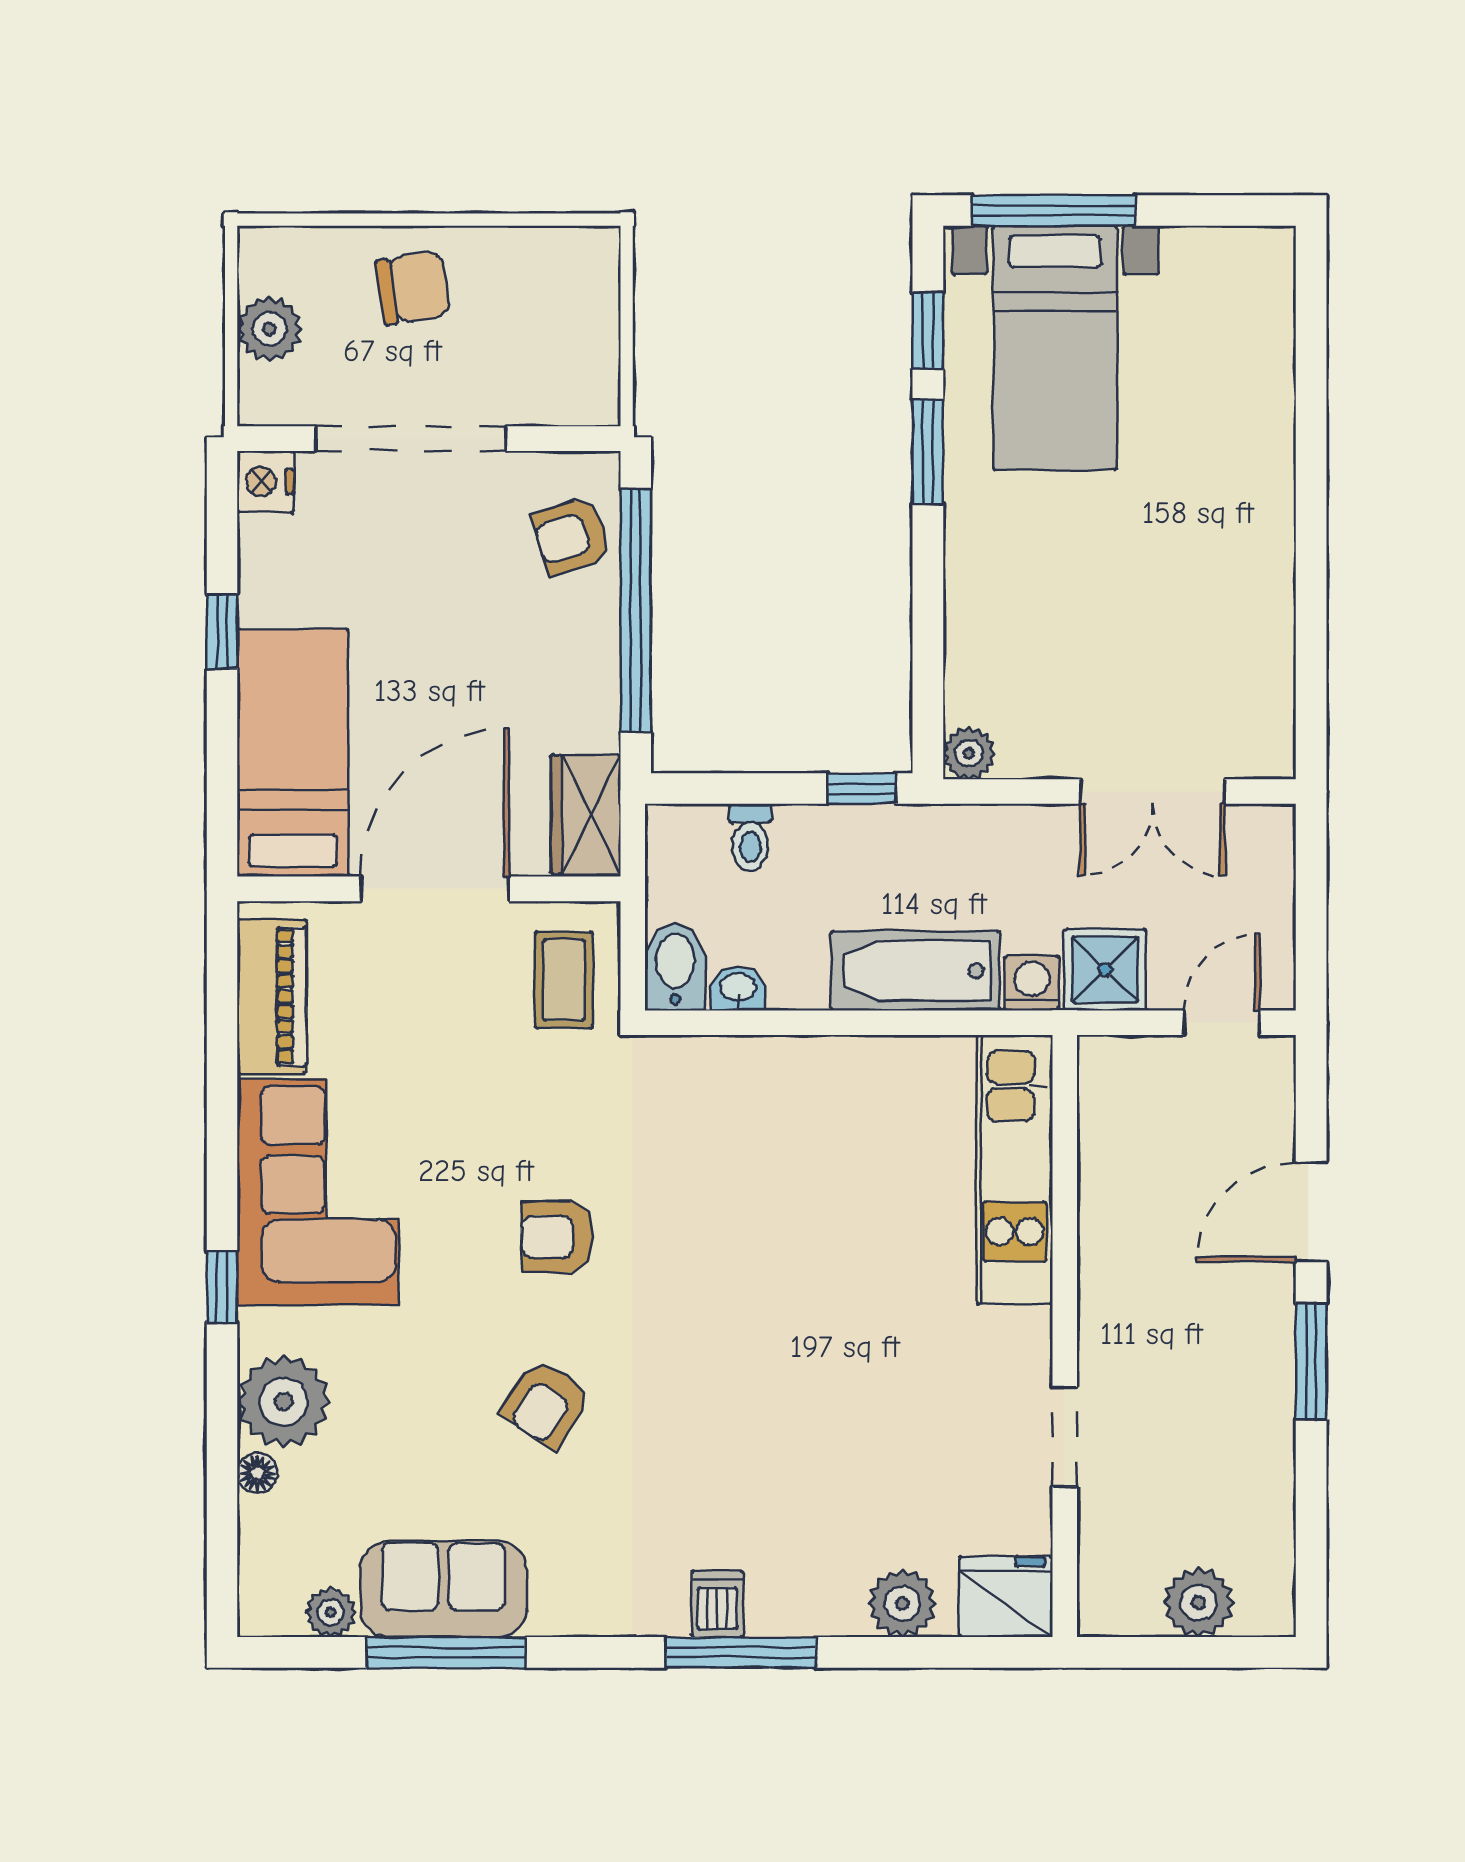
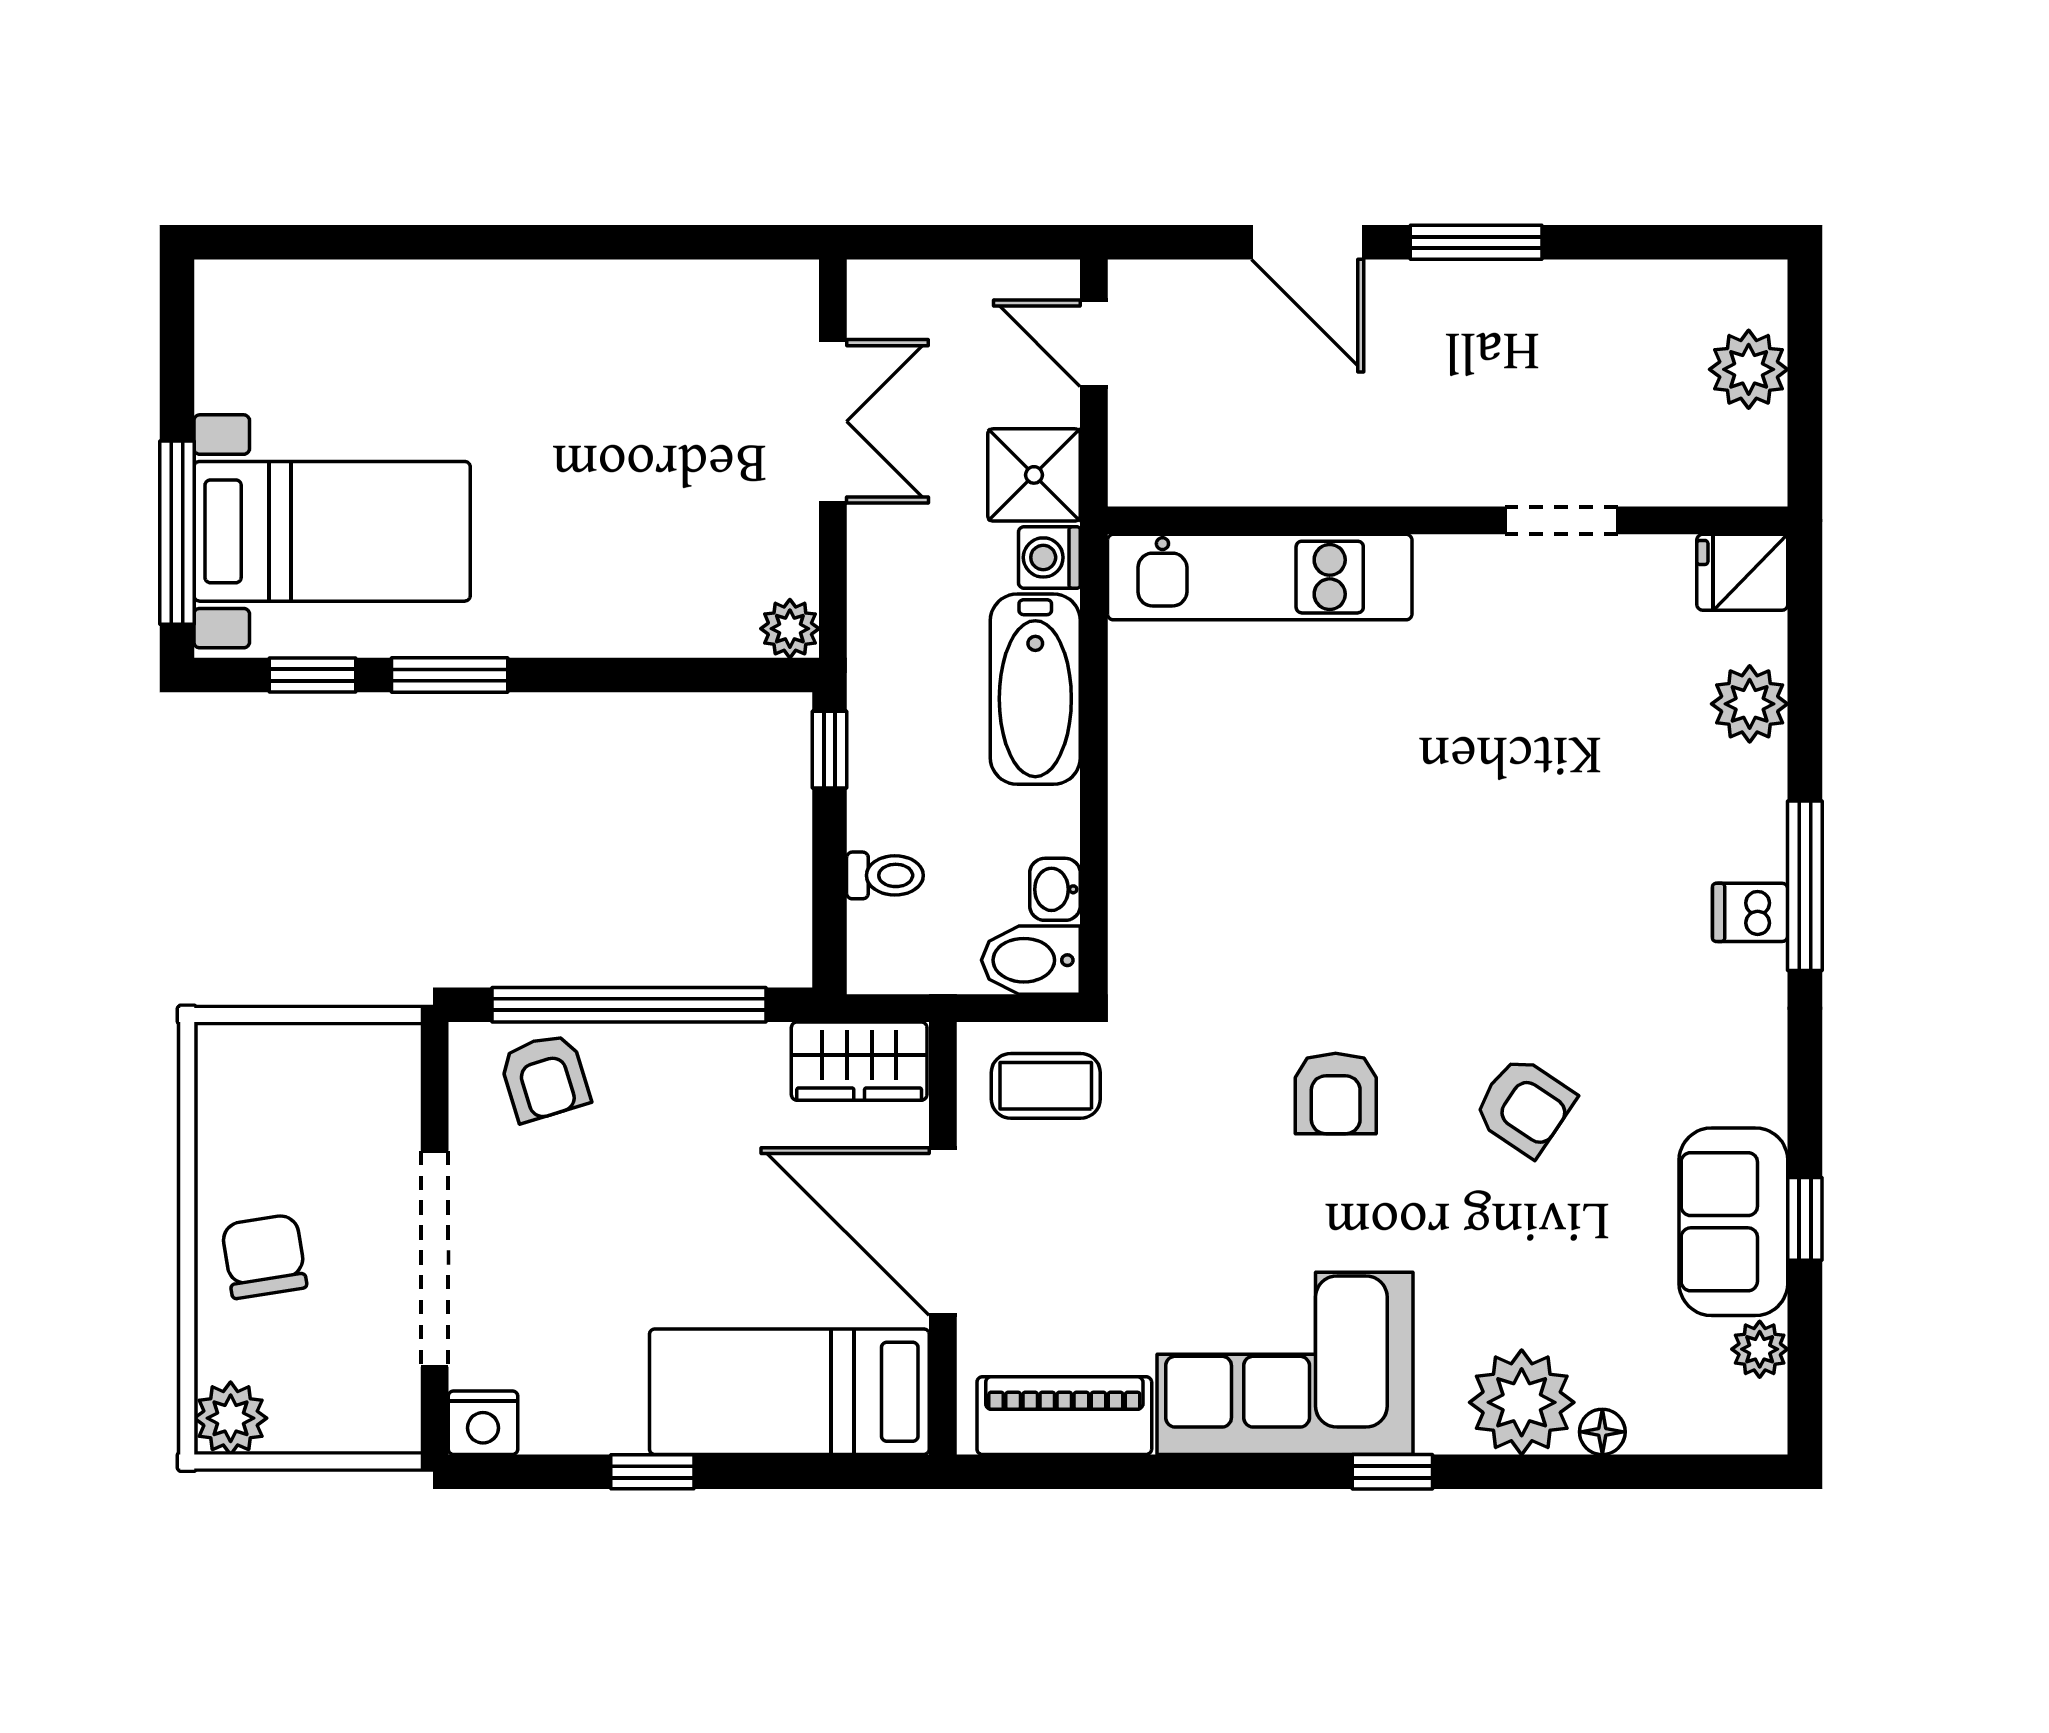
plant: (269, 329) -> (231, 1418), moved
fridge: (1006, 1597) -> (1742, 572), width x0.72
window: (446, 1652) -> (1805, 1219), width x0.46

